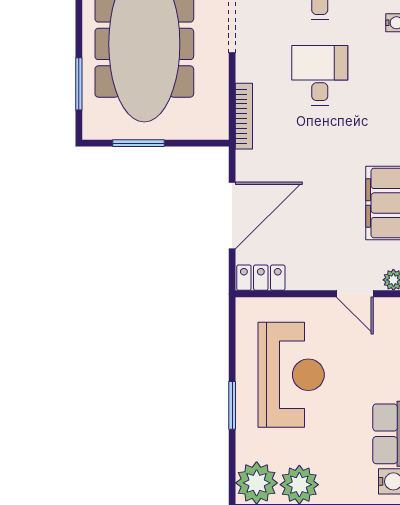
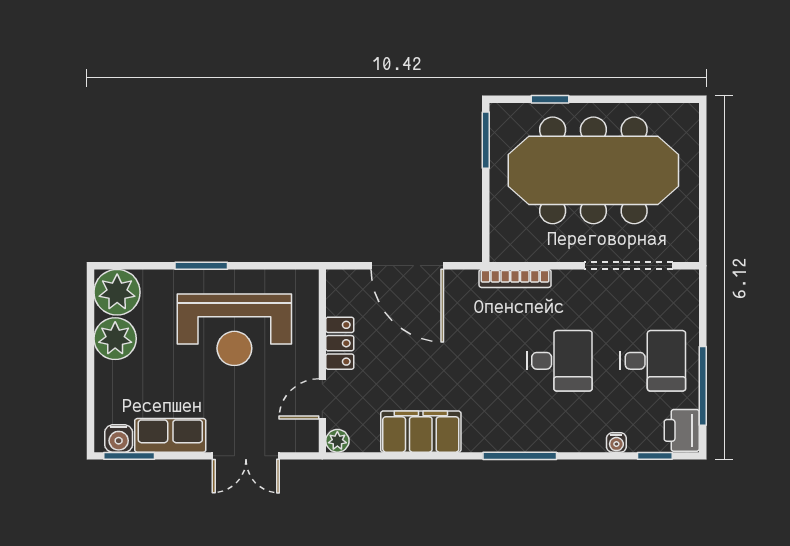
window: (79, 84) -> (550, 99), width x0.67
window: (138, 143) -> (486, 140), moved
locker: (261, 278) -> (340, 343), moved

